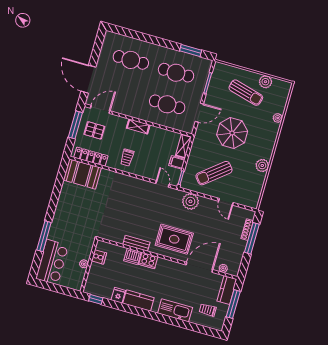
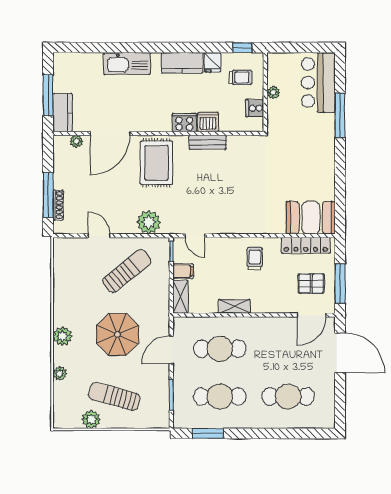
shelving: (138, 126) -> (234, 306), moved
plant: (262, 165) -> (62, 336), moved
rug: (174, 239) -> (156, 163), turned 90
trolley: (208, 310) -> (240, 77), moved

